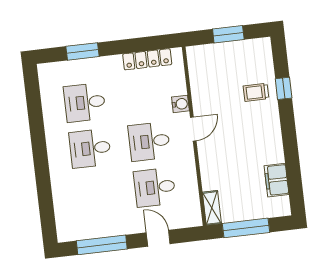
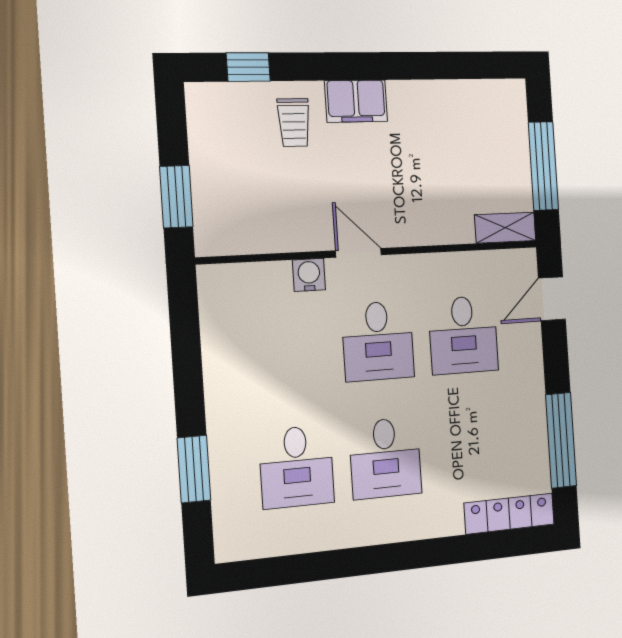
window: (228, 34) -> (176, 197), moved
locker: (147, 59) -> (509, 514), moved, turned -90
window: (284, 88) -> (248, 67), moved
filing cabinet: (277, 180) -> (356, 101), moved
door: (158, 238) -> (552, 299), moved

